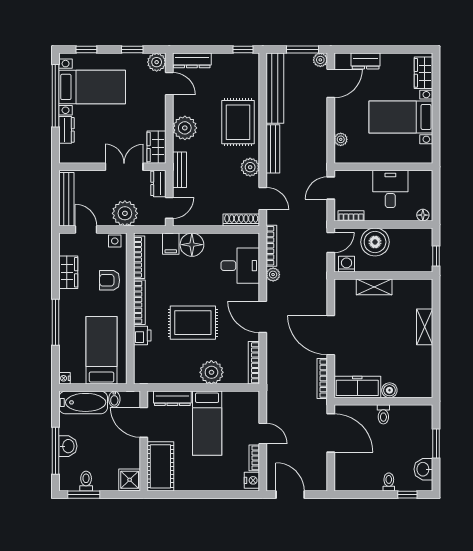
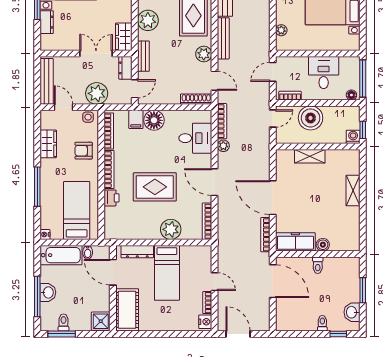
window: (436, 196) -> (363, 78), added
washing machine: (347, 264) -> (353, 137), moved

